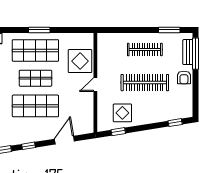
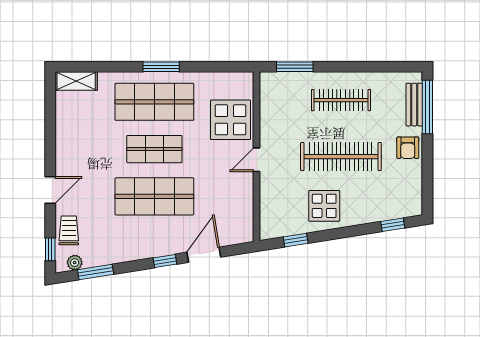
window: (169, 30) -> (295, 67), moved
display table: (122, 113) -> (324, 206), moved
window: (28, 146) -> (165, 261), moved

